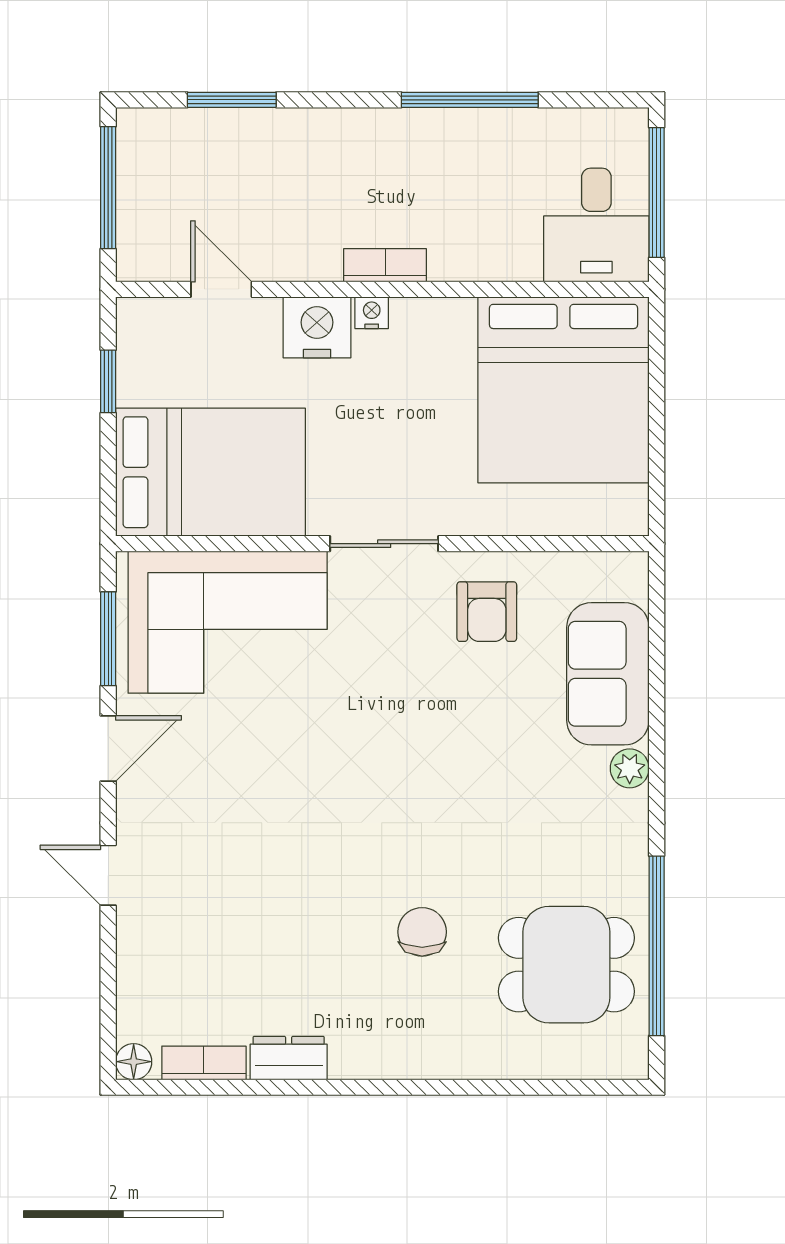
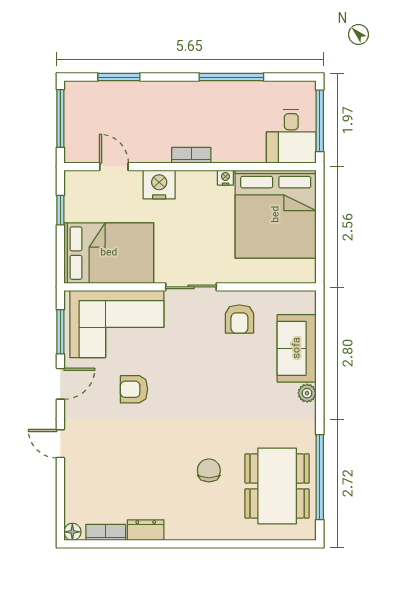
nightstand: (372, 313) -> (225, 178), moved
armchair: (264, 760) -> (134, 389), added
dining table: (566, 965) -> (277, 486), width x1.38

